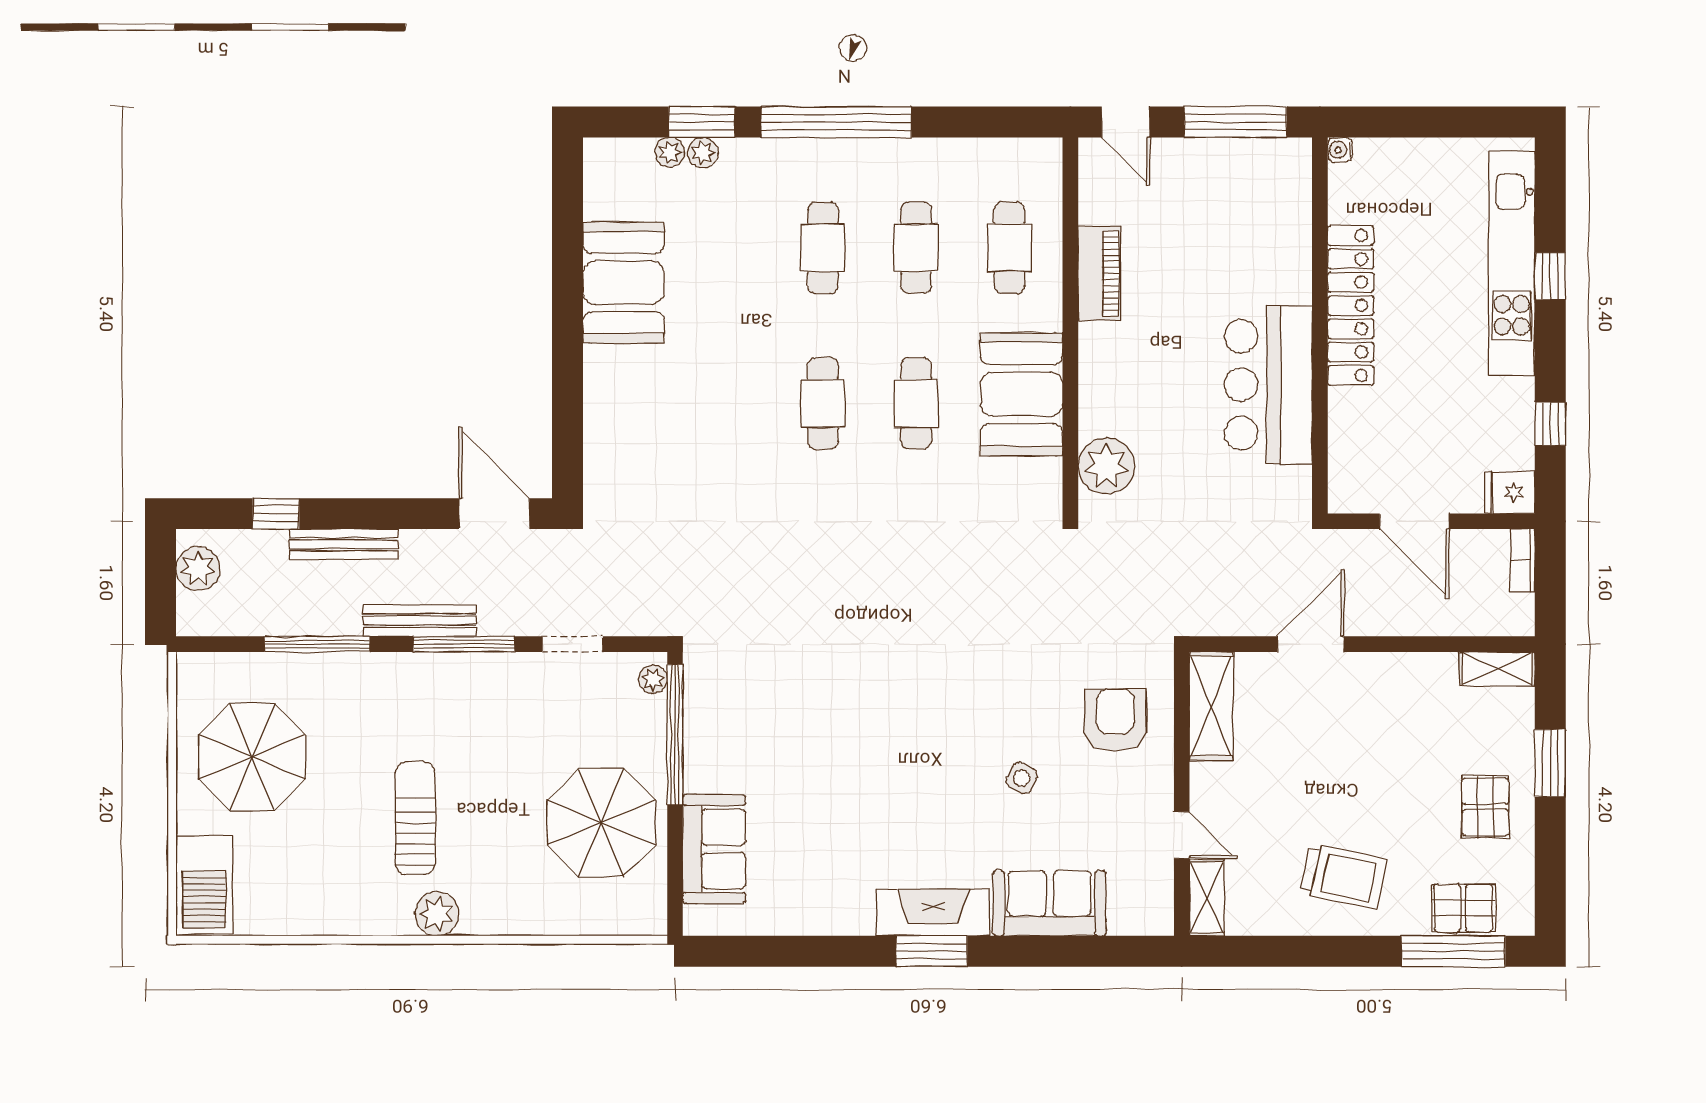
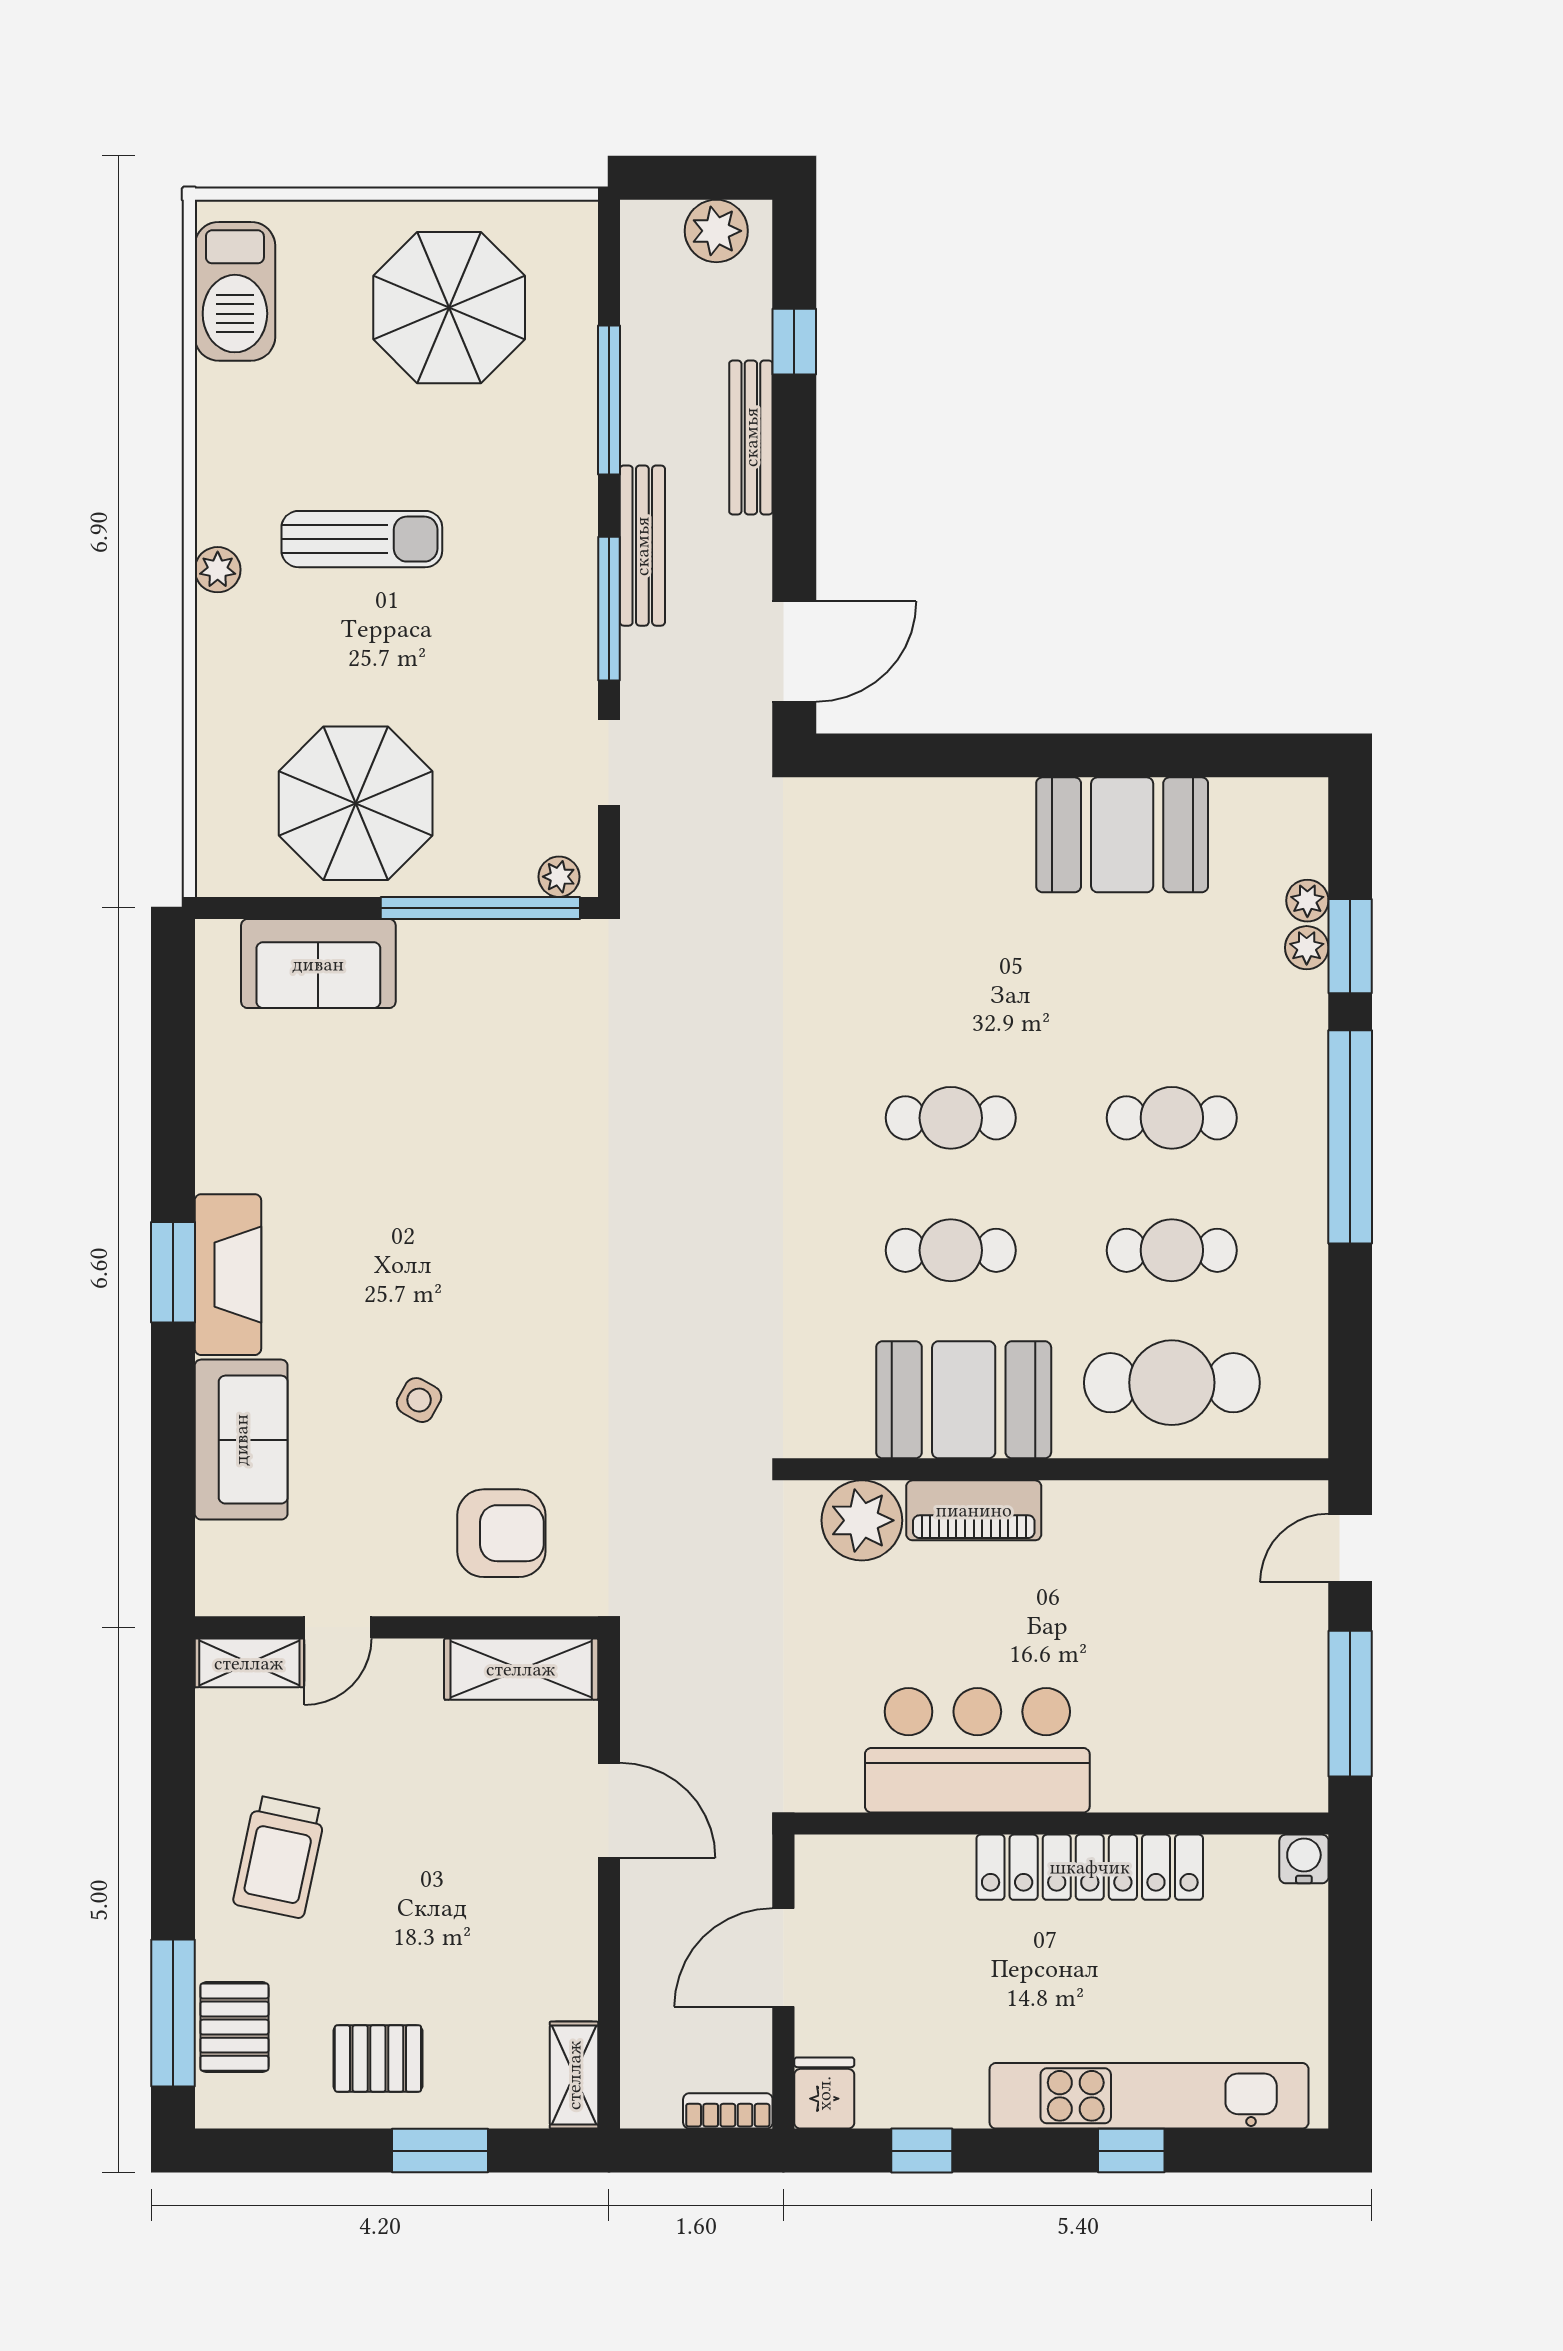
water cooler: (1340, 150) -> (1304, 1859), width x1.38, depth x1.38
cafe table: (1009, 248) -> (1172, 1383), width x1.37, depth x1.35
piano: (1099, 273) -> (974, 1510), moved
barbecue: (204, 885) -> (235, 291), moved, turned -90
plant: (437, 914) -> (218, 570), width x0.73, depth x0.73

